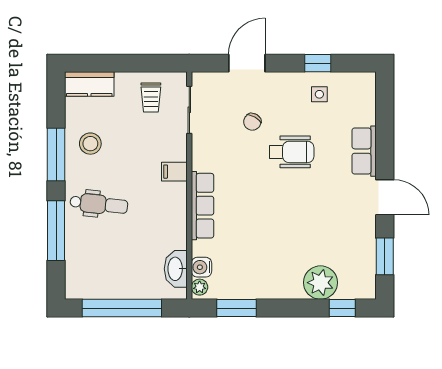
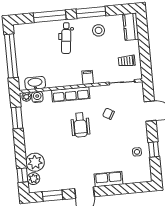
chair: (252, 122) -> (108, 114), moved
wheelchair: (292, 152) -> (80, 125), moved
plant: (350, 288) -> (33, 179), added

